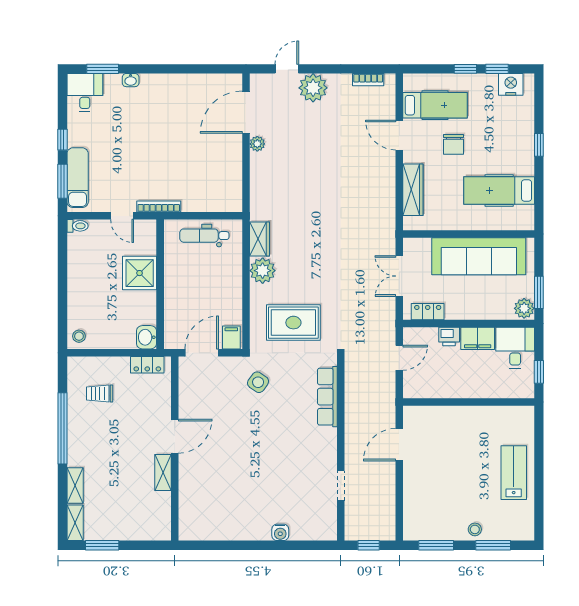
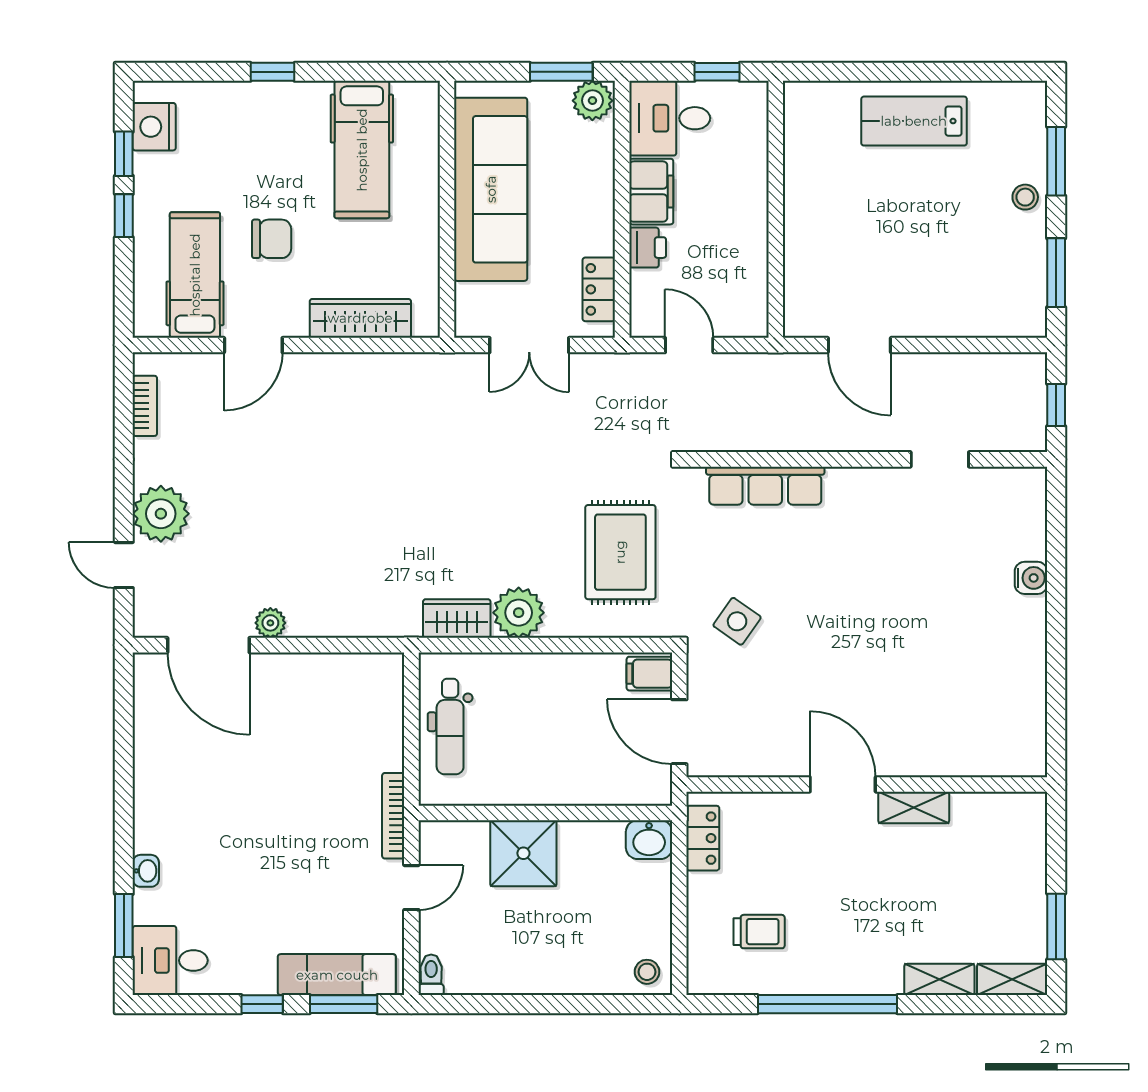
trolley: (100, 393) -> (759, 932), turned -90

